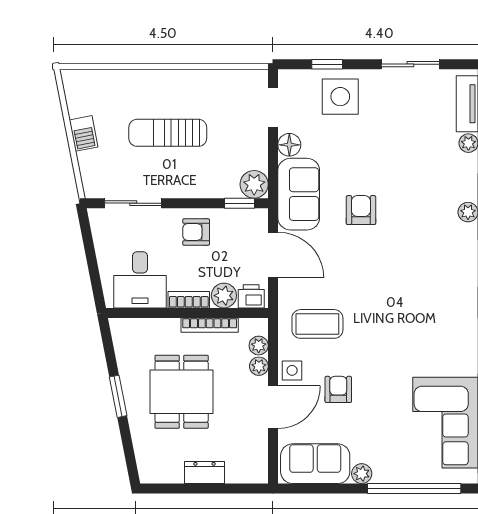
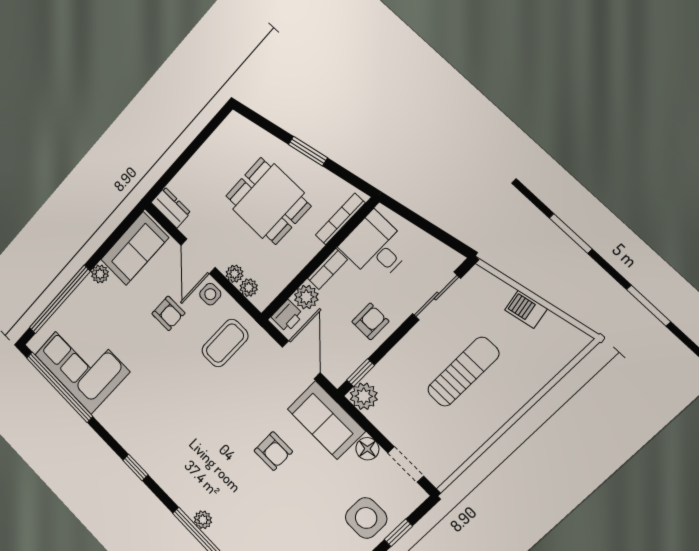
door: (273, 255) -> (301, 360), swing flipped
bookcase: (210, 325) -> (340, 219), moved
dresser: (204, 472) -> (171, 208), moved, turned -90

